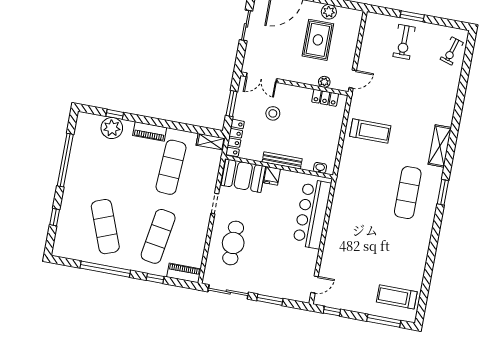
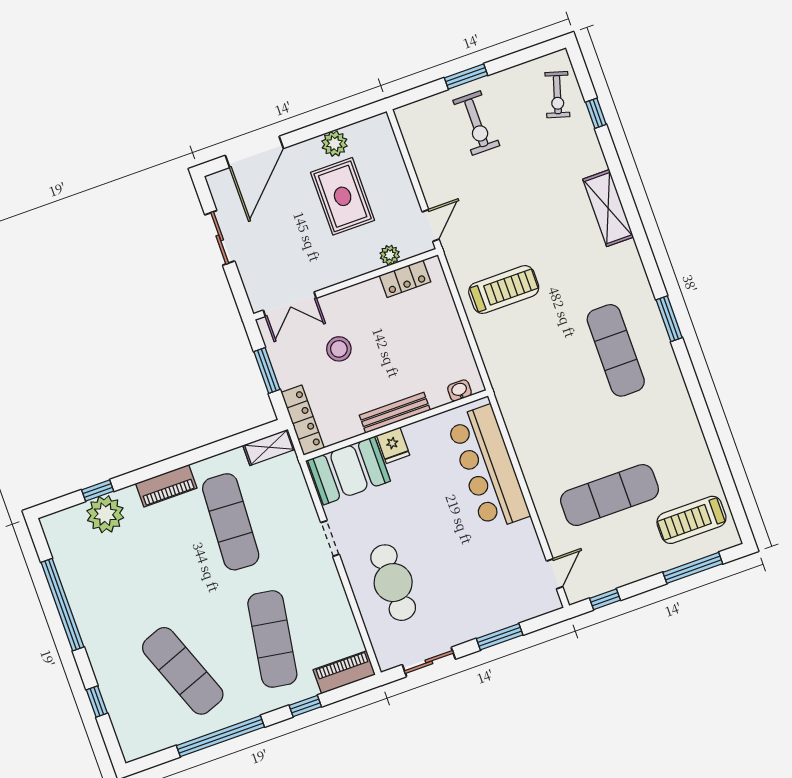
window: (465, 71) -> (596, 113), added
shelving: (440, 146) -> (608, 208), moved
exercise mat: (364, 262) -> (610, 495), added
sliding door: (228, 292) -> (429, 662), width x0.73

